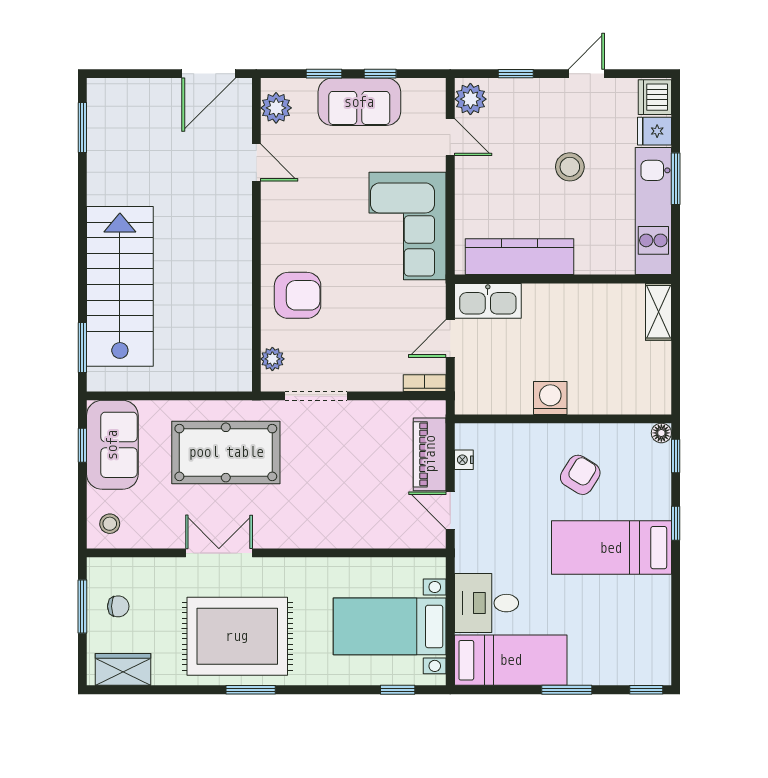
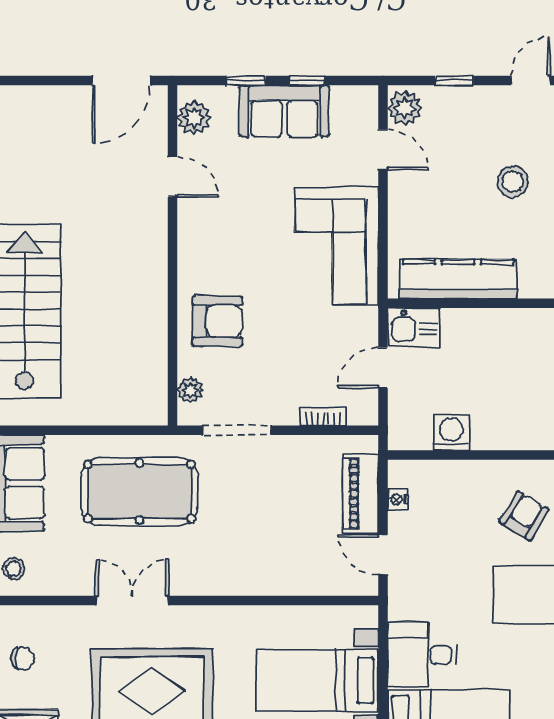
kitchen sink: (488, 301) -> (414, 327), width x0.73
bookcase: (425, 383) -> (323, 416), moved
washing machine: (550, 398) -> (451, 432), moved

